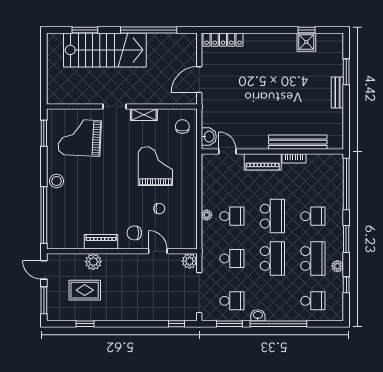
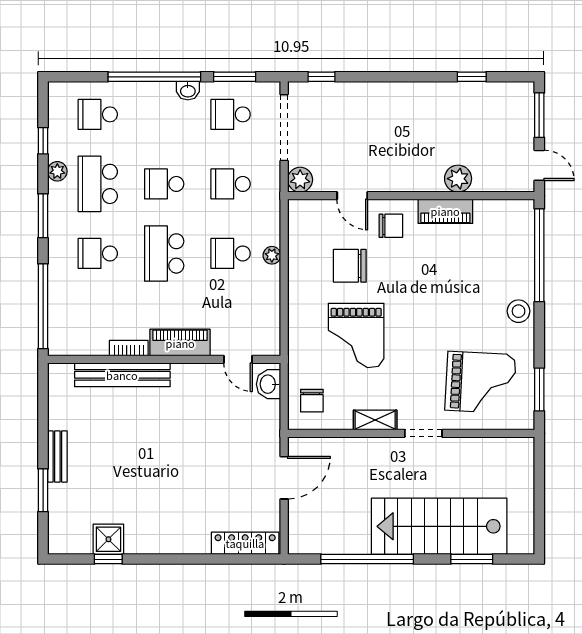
chair: (159, 209) -> (350, 266), width x1.87, depth x1.87
school desk: (272, 258) -> (164, 184), width x0.54
rug: (85, 290) -> (472, 132), removed

